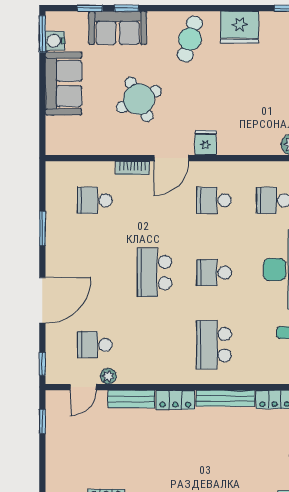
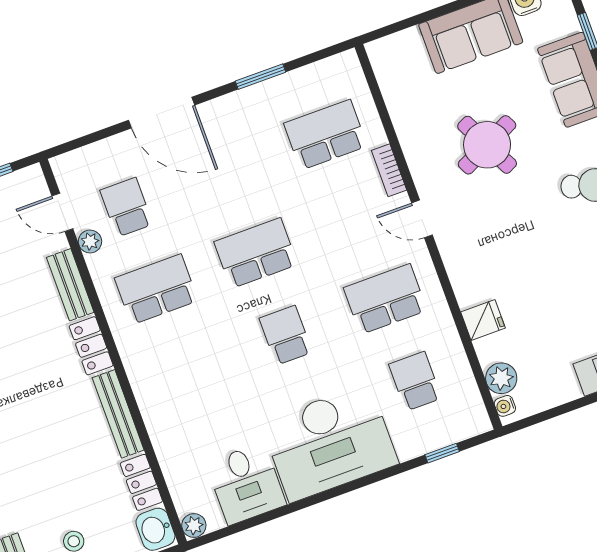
fridge: (205, 143) -> (483, 320), moved
door: (171, 158) -> (422, 219), width x0.73
school desk: (95, 200) -> (325, 135), width x1.85
school desk: (214, 200) -> (385, 299), width x1.85
school desk: (214, 345) -> (156, 289), moved
window: (42, 364) -> (74, 145), removed

